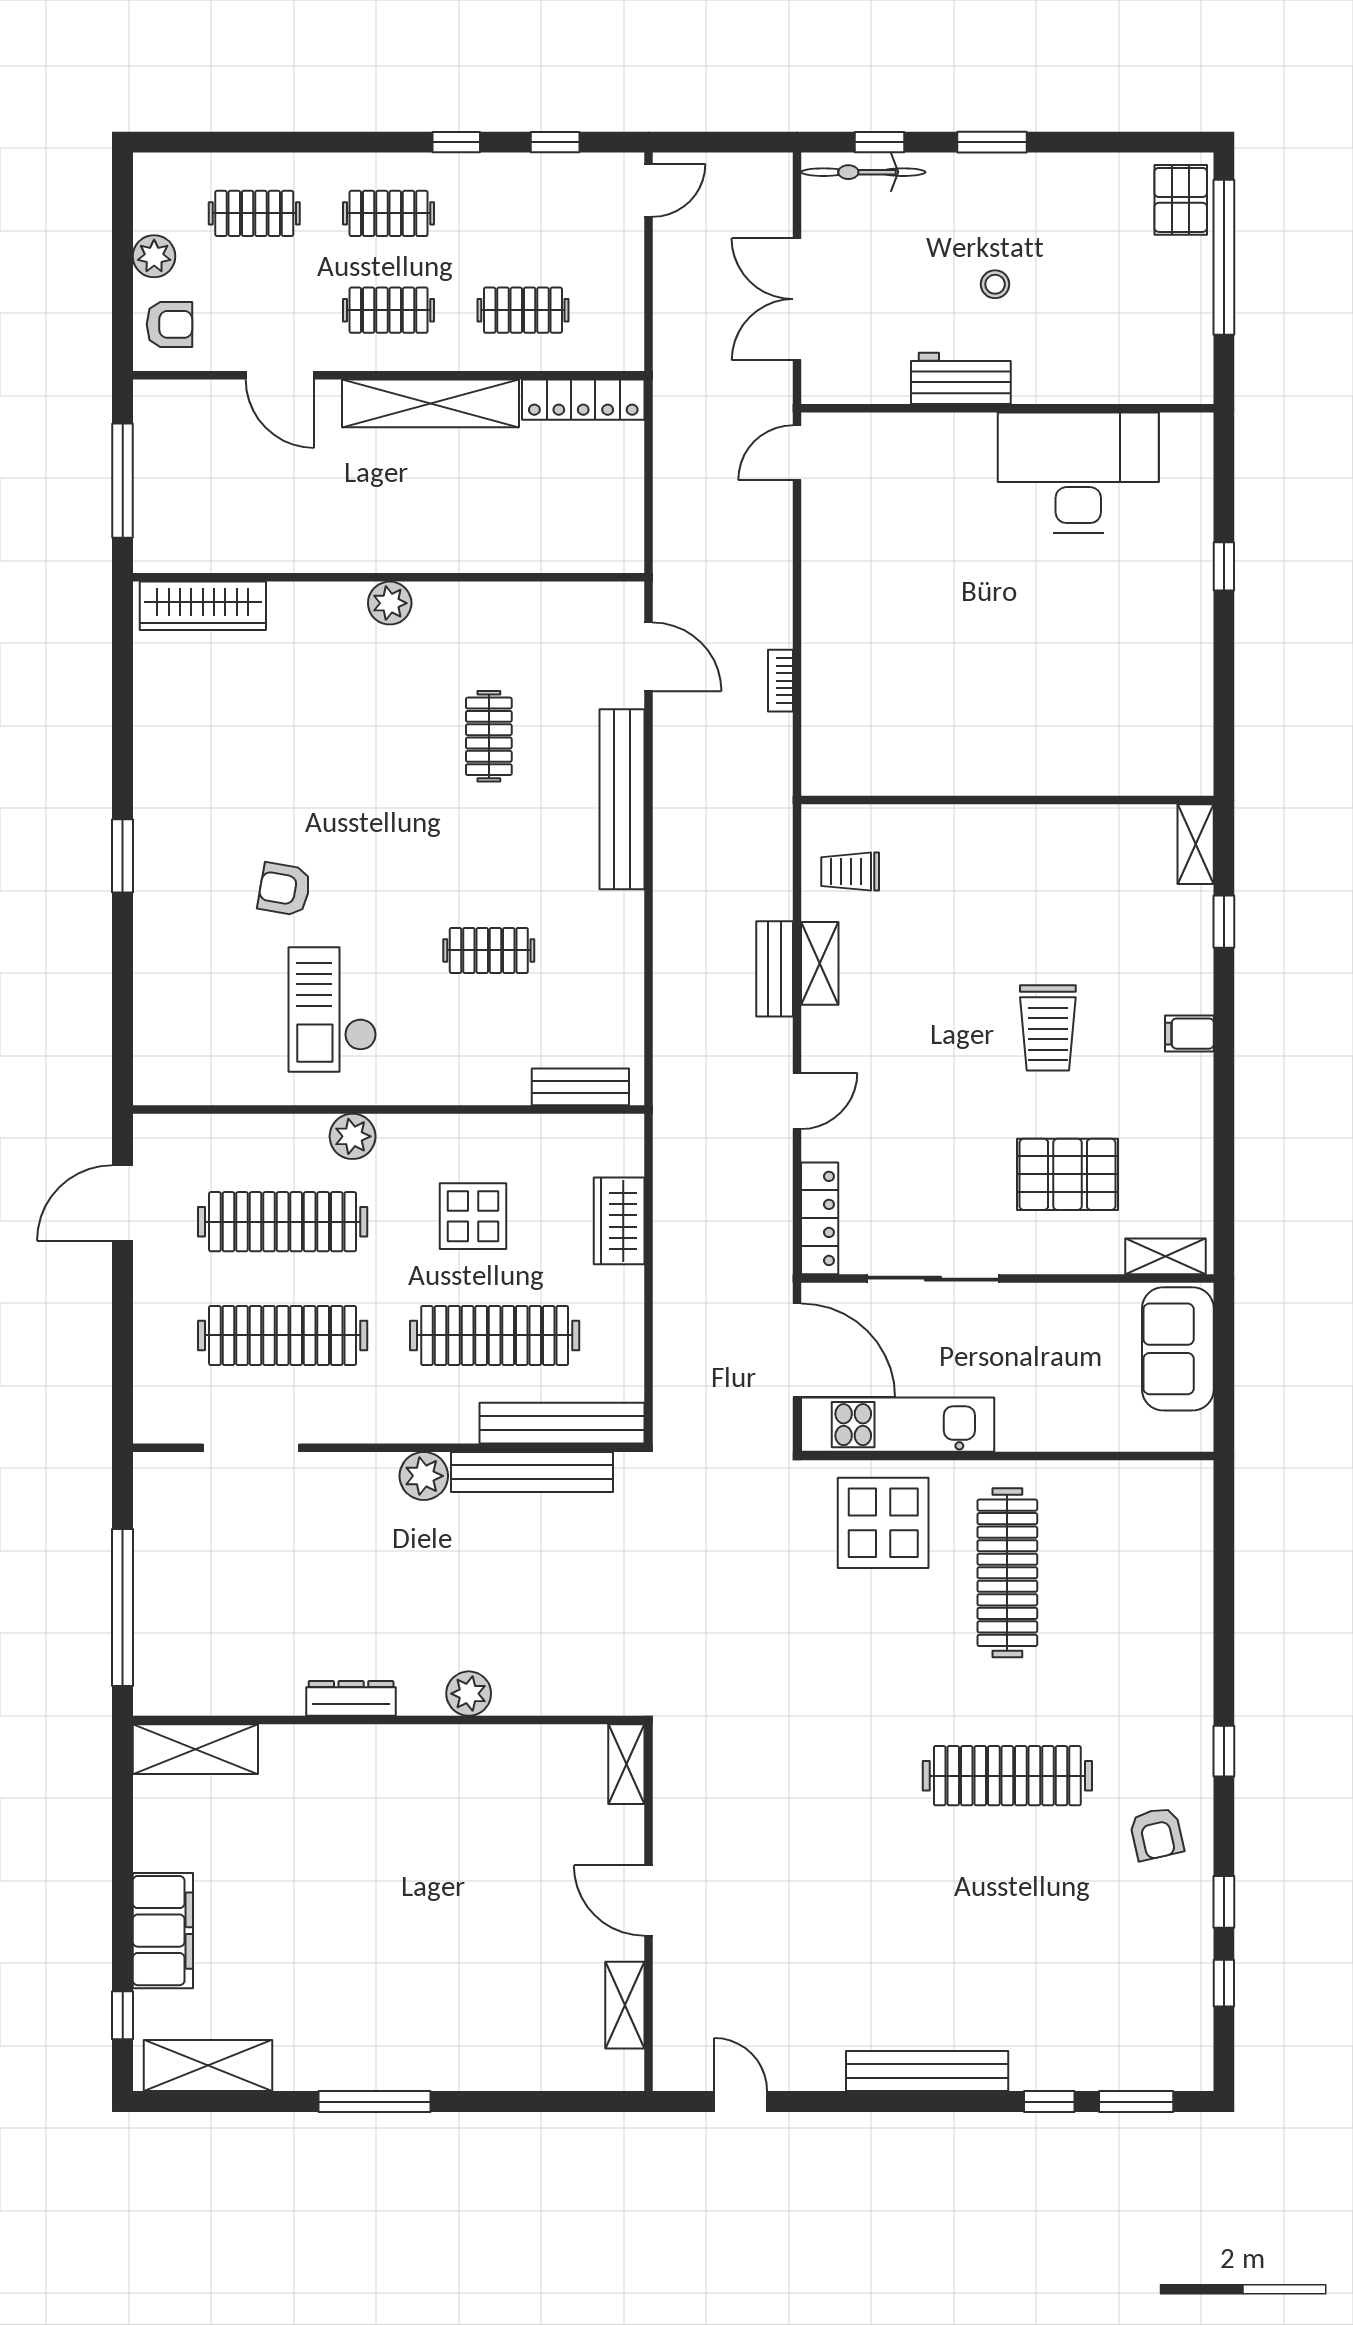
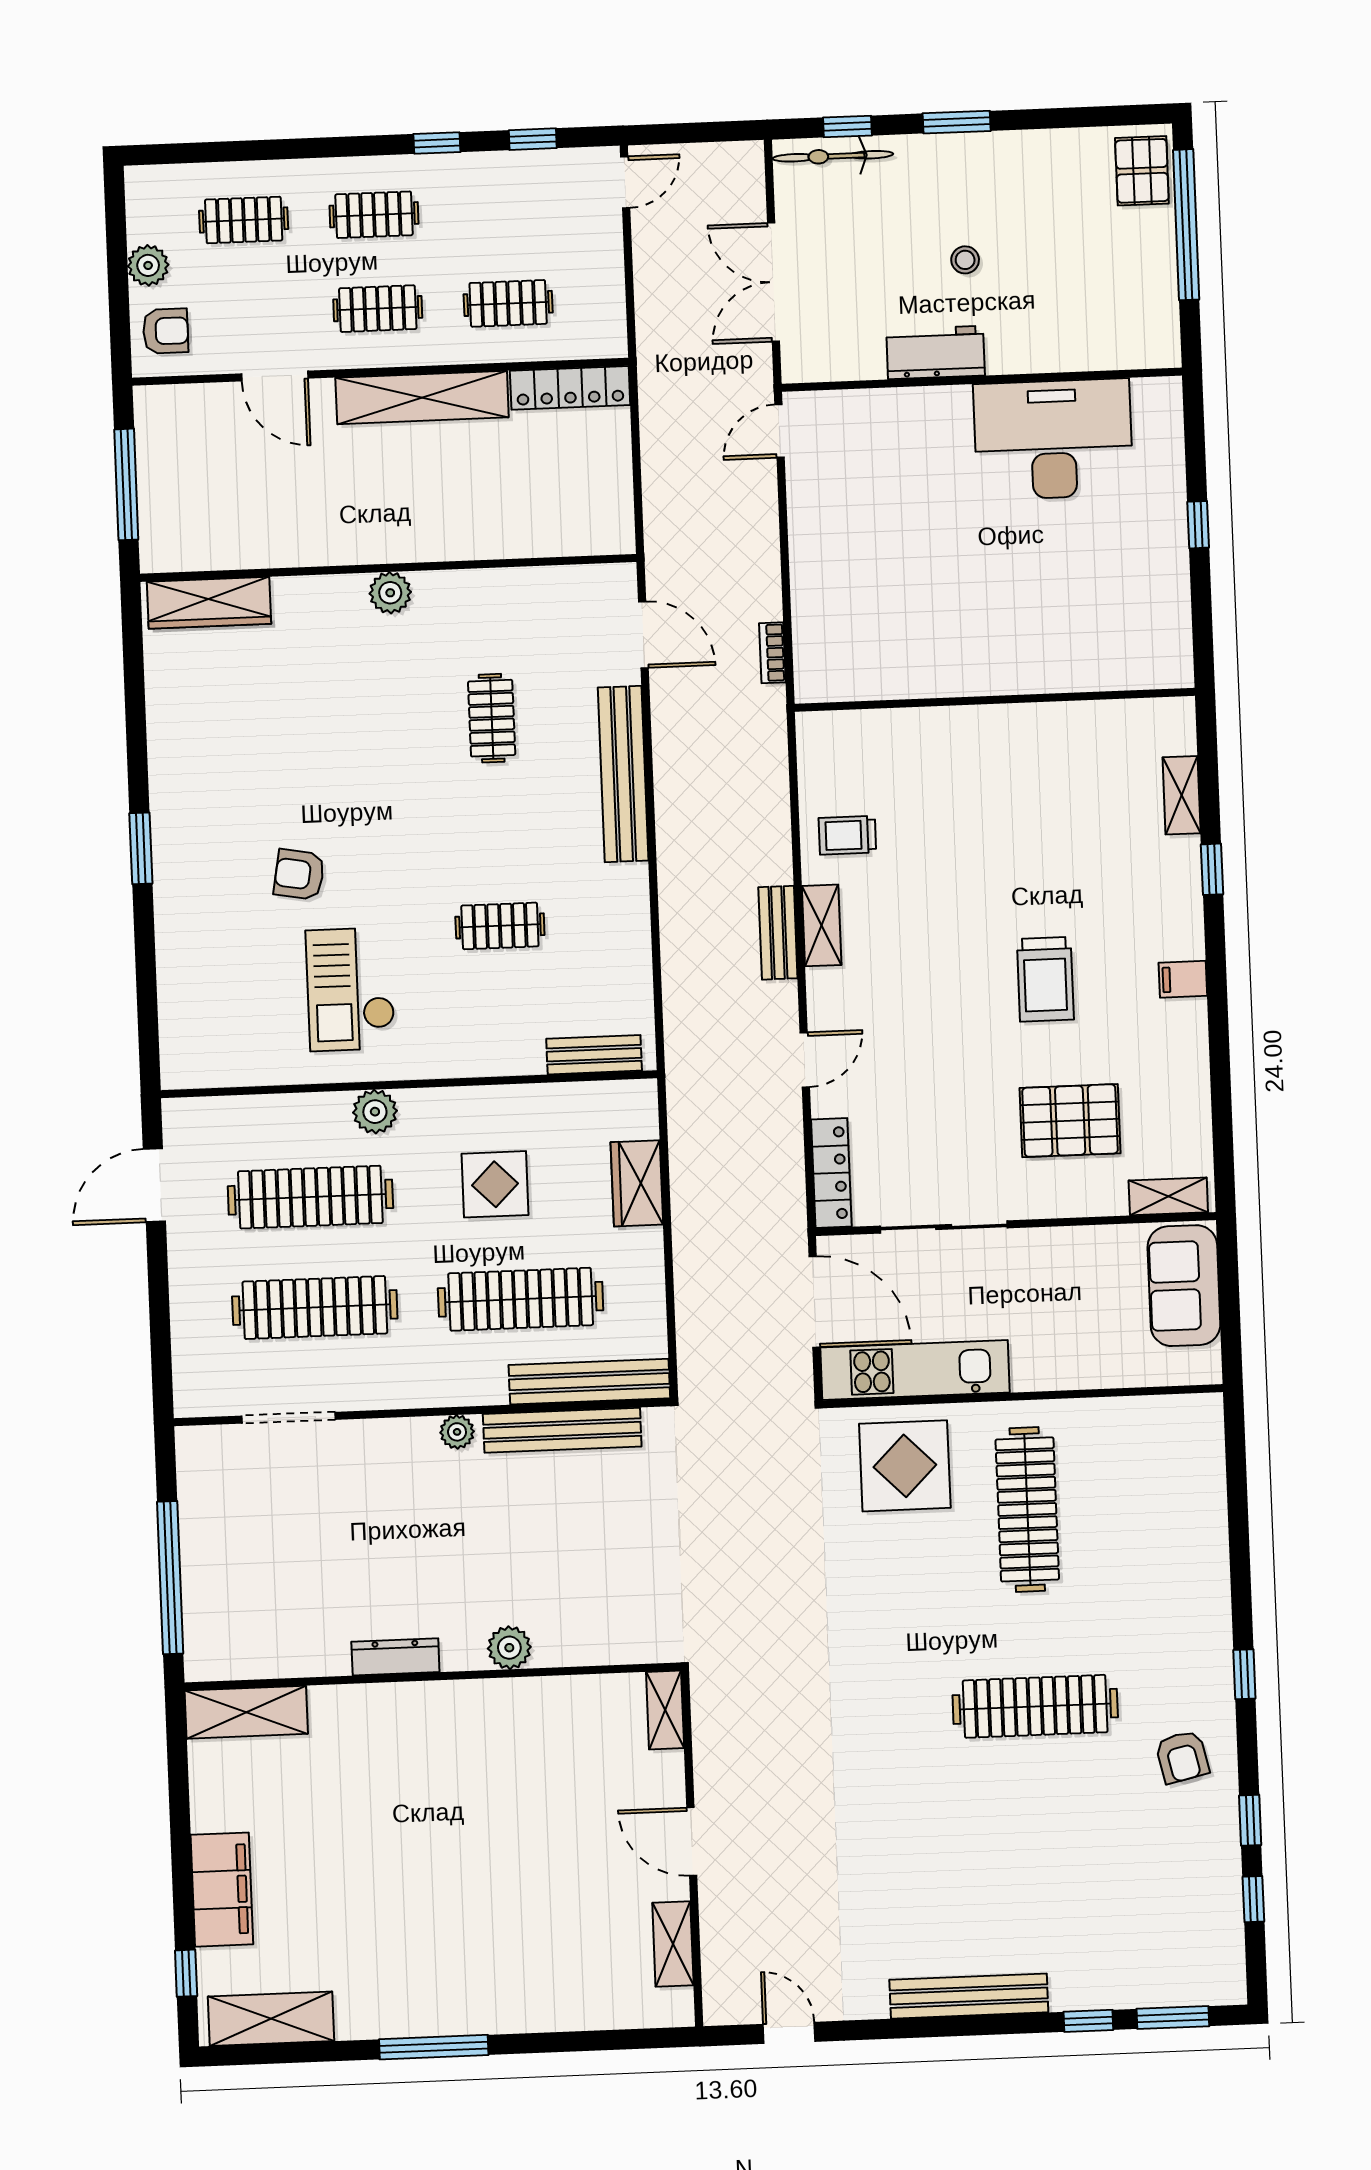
wall: (1007, 800) -> (995, 700), moved
plant: (424, 1476) -> (457, 1432), width x0.73, depth x0.73

